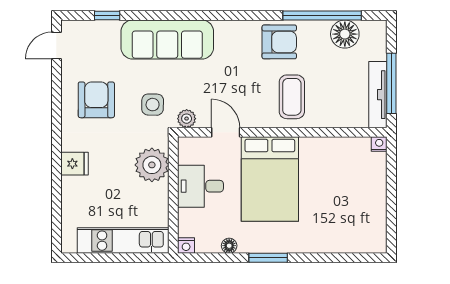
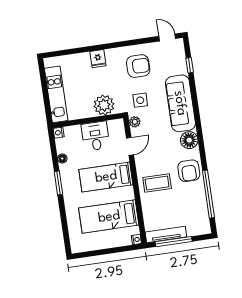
floor lamp: (345, 34) -> (189, 140), moved
bed: (270, 179) -> (106, 177), width x0.67
bed: (335, 184) -> (109, 217), added

